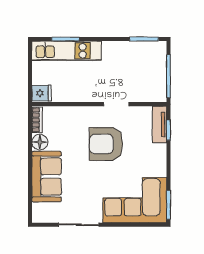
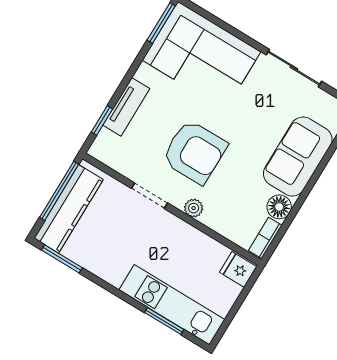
kitchen counter: (157, 69) -> (69, 209), added
plant: (87, 112) -> (194, 208), added
tv unit: (160, 125) -> (126, 107), moved

